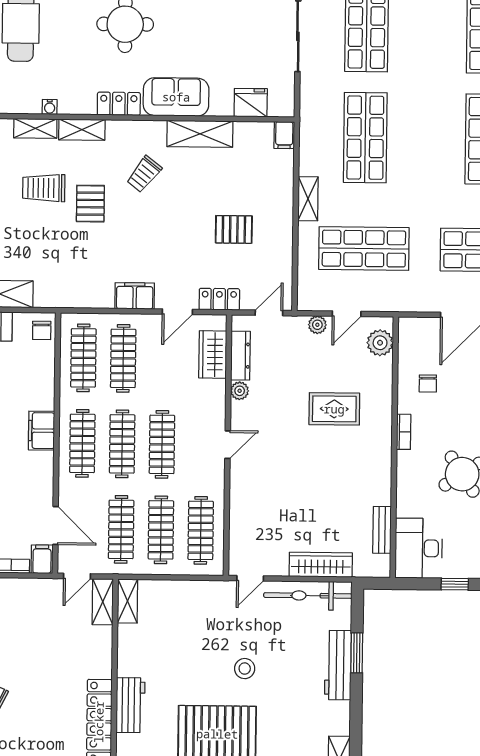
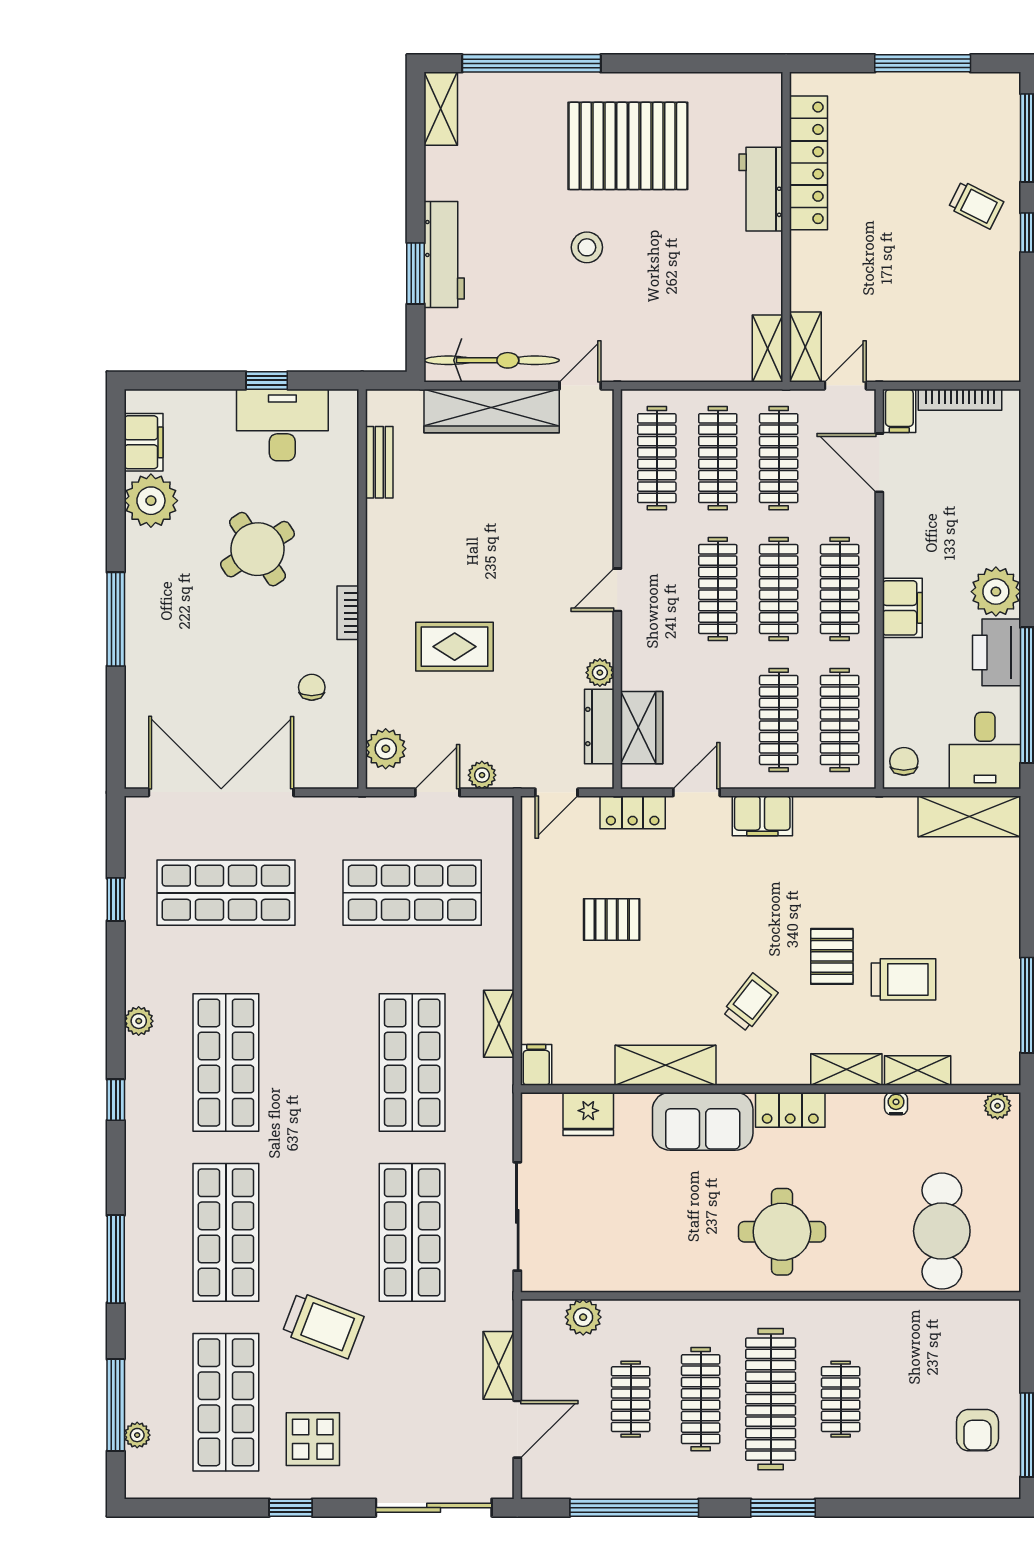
shelving: (308, 199) -> (499, 1024), moved
desk: (419, 548) -> (282, 425), moved, turned -90
wardrobe: (321, 565) -> (492, 411), width x1.40, depth x1.17

